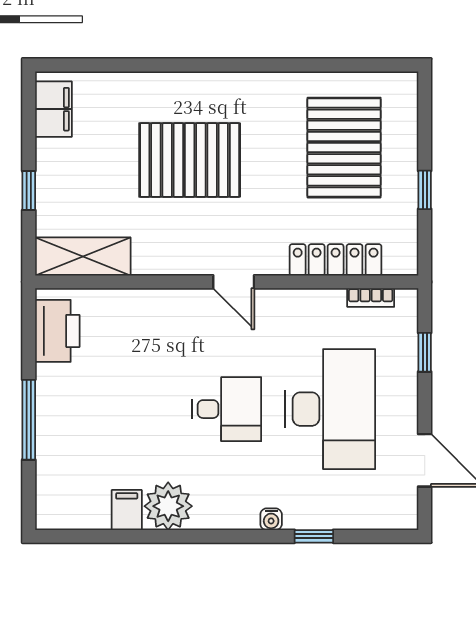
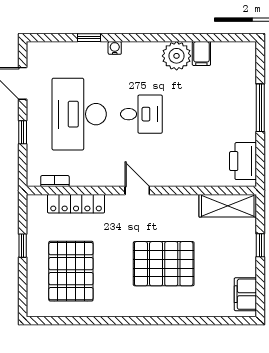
window: (425, 352) -> (23, 132), moved
desk: (227, 409) -> (141, 114), turned 180

